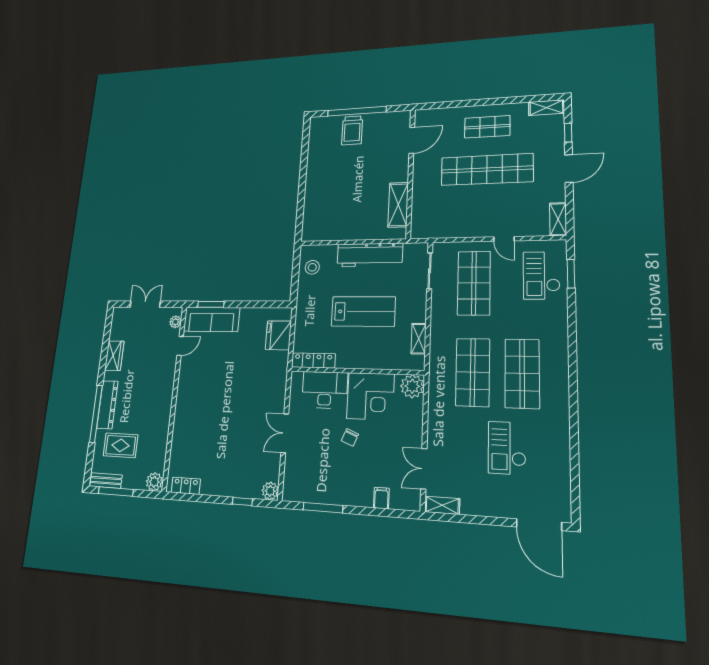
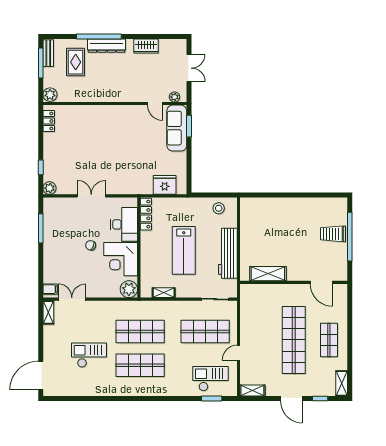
filing cabinet: (381, 498) -> (50, 289), moved

